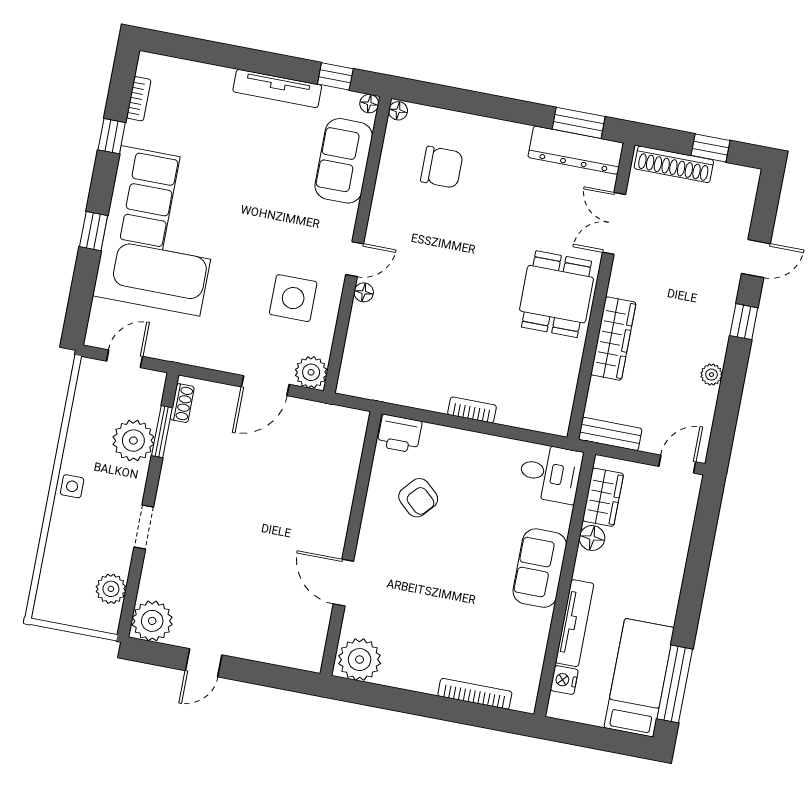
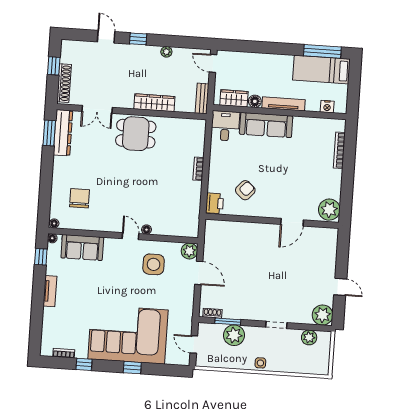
tv unit: (277, 88) -> (50, 291), width x0.71
sofa: (540, 568) -> (266, 125), width x1.36
tv unit: (575, 623) -> (284, 104), moved

